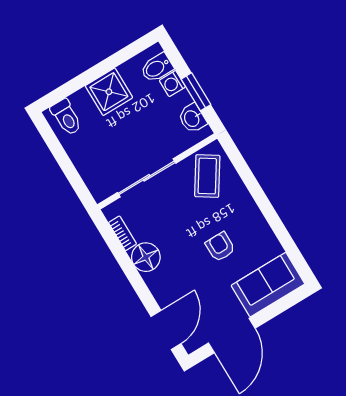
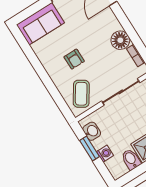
bidet: (157, 68) -> (131, 159), moved, turned -90
armchair: (220, 247) -> (74, 59), moved

